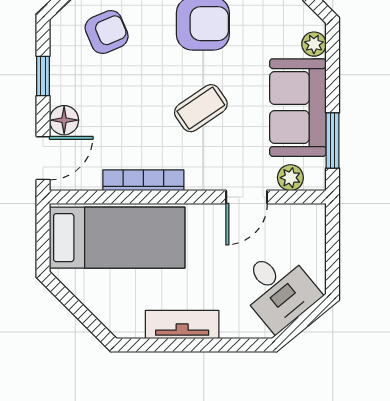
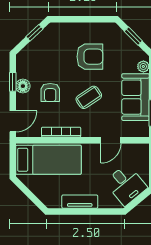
armchair: (107, 32) -> (50, 93), moved, turned 113
floor lamp: (64, 120) -> (23, 86), moved
plant: (290, 178) -> (132, 131), removed

